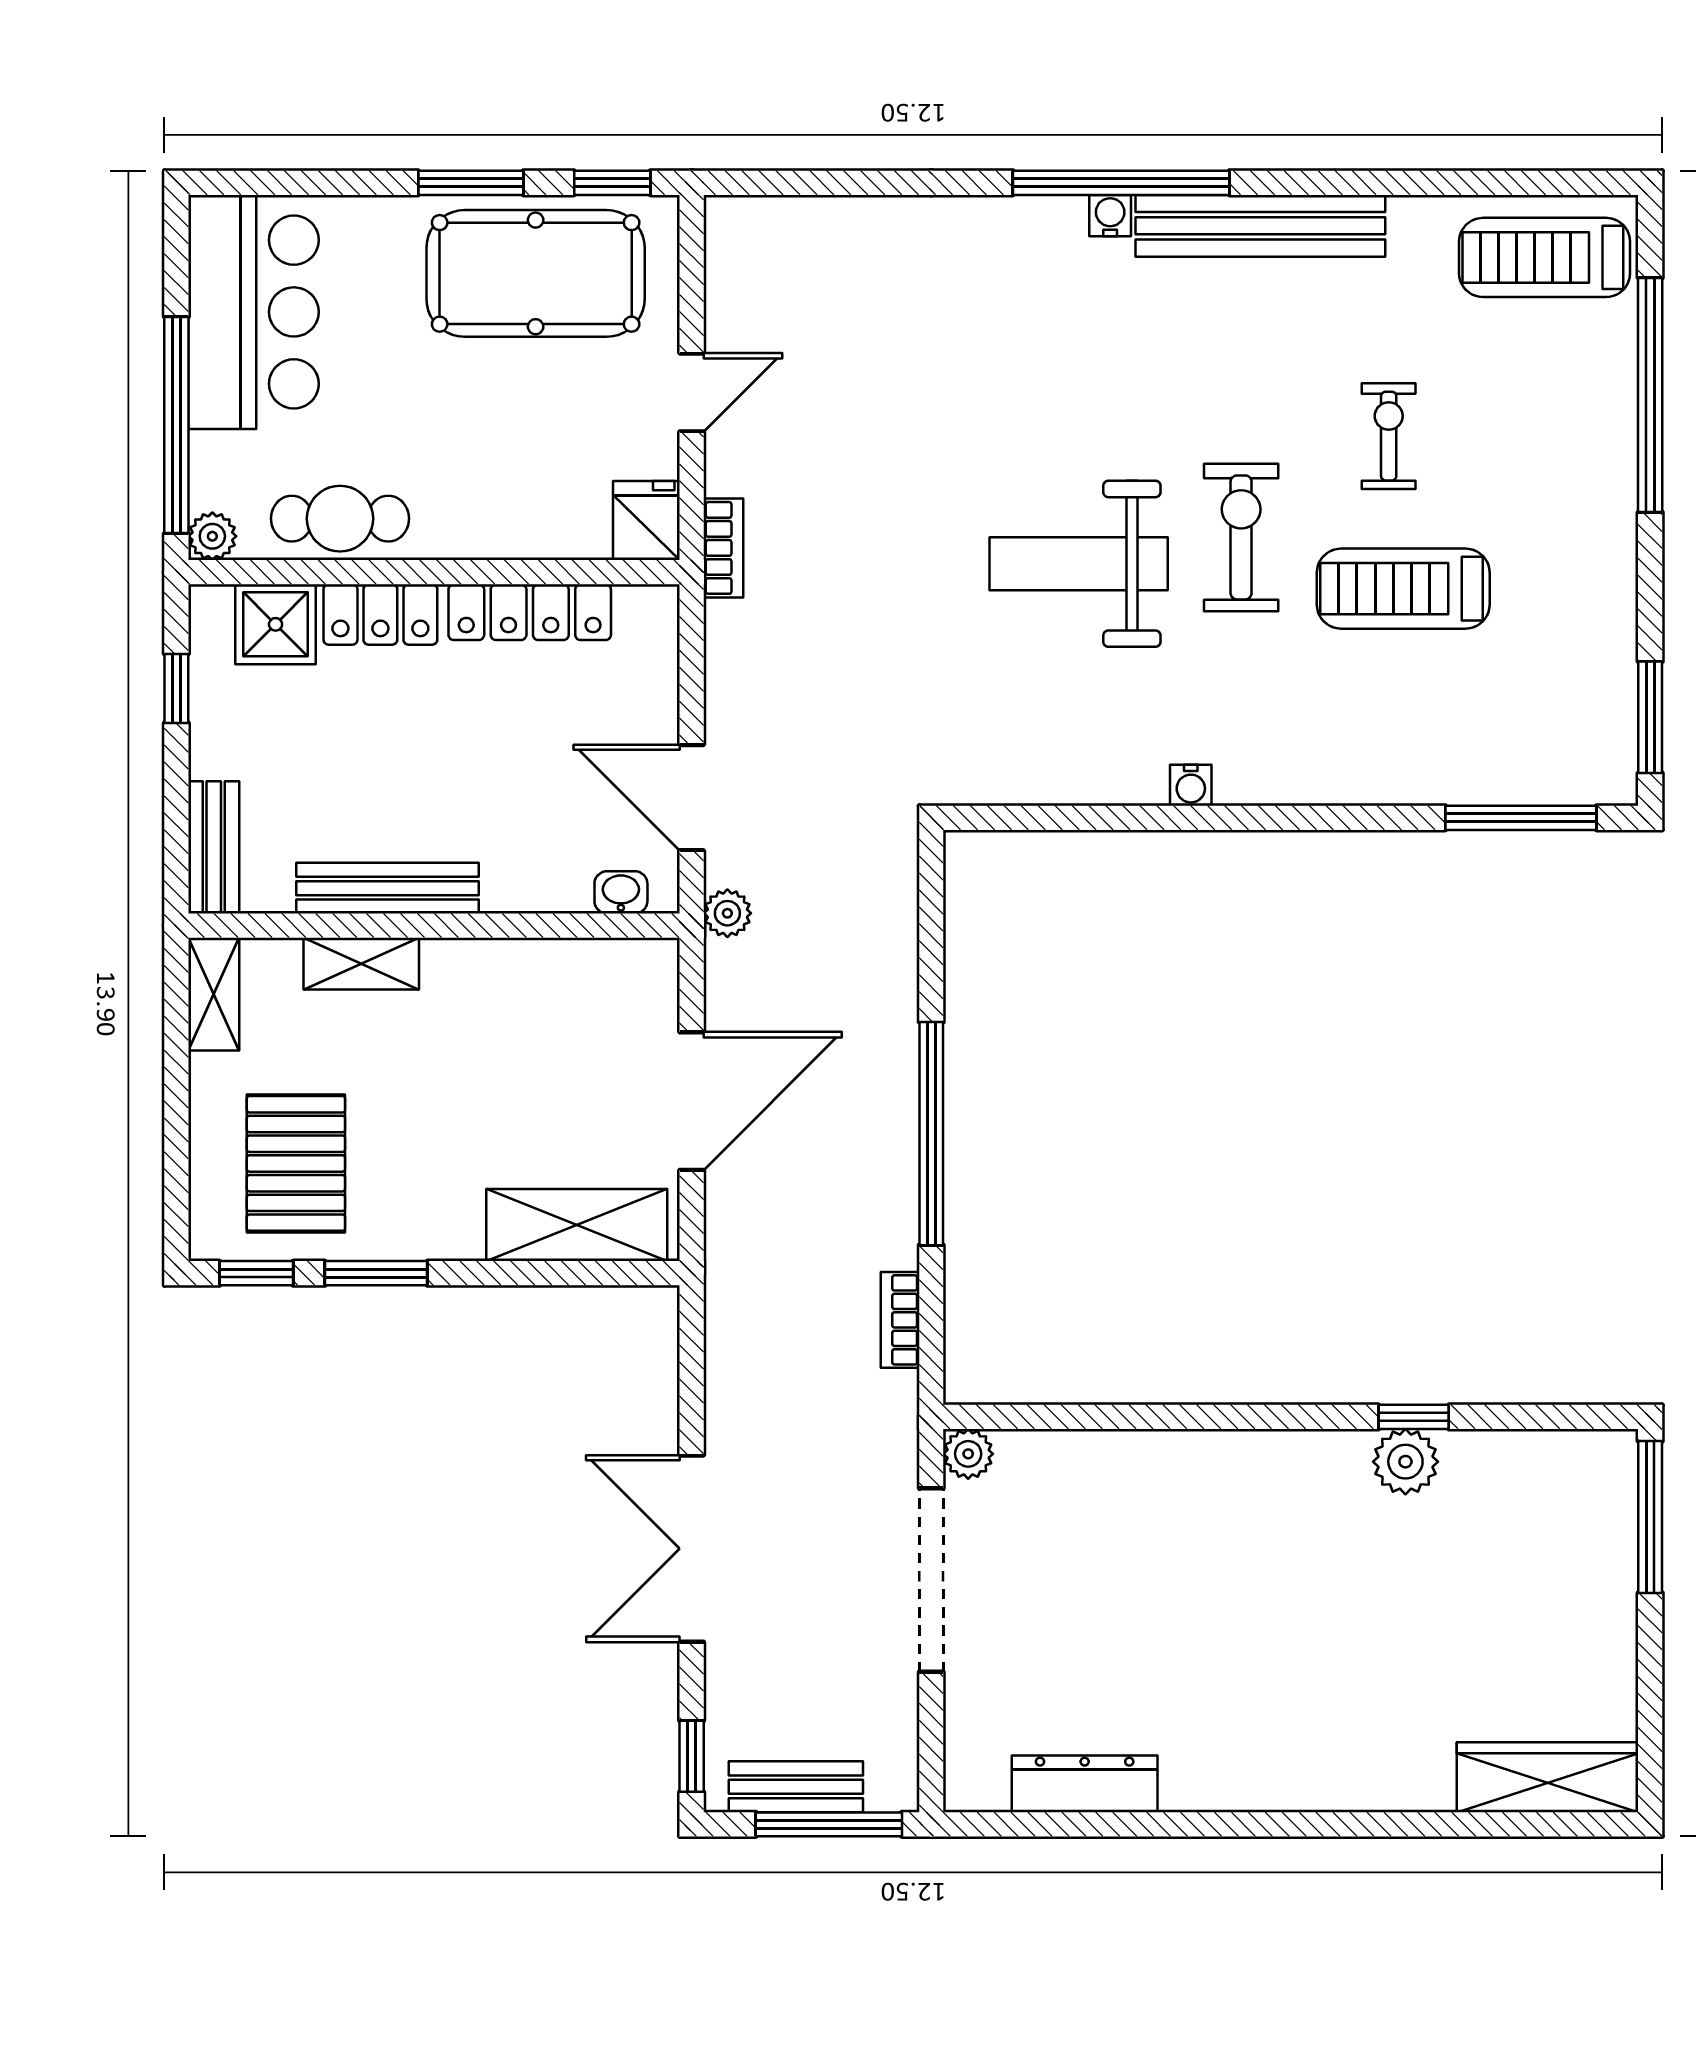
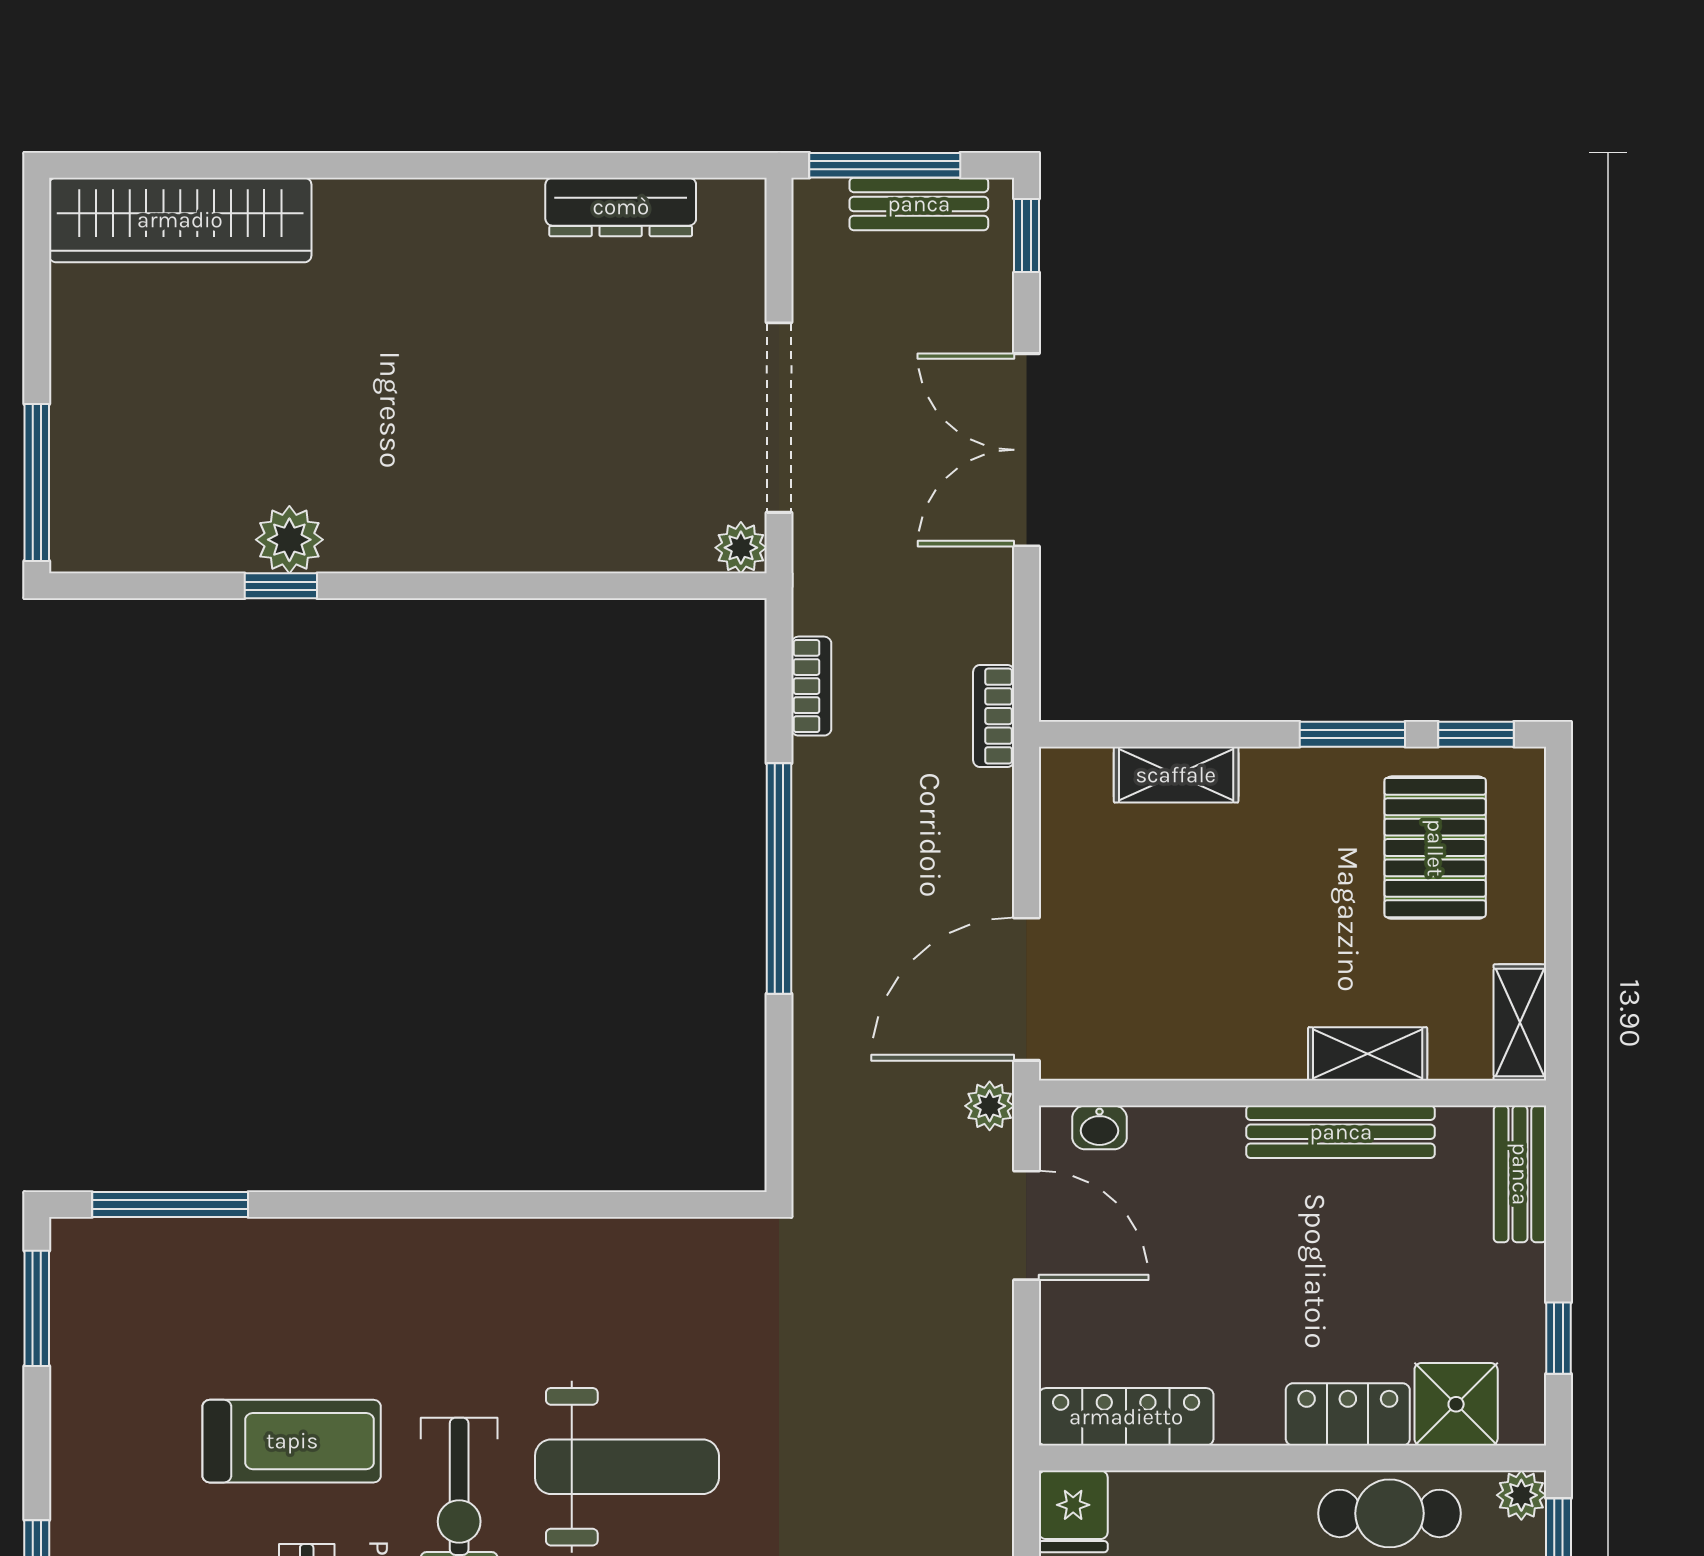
bookcase: (723, 548) -> (994, 716), moved
locker: (530, 612) -> (1126, 1417), moved
water cooler: (1191, 785) -> (511, 1238), removed
door: (692, 1101) -> (1026, 989), moved
shelving: (577, 1225) -> (1176, 775), width x0.67, depth x0.75
double door: (692, 1549) -> (1026, 450), swing flipped
wardrobe: (1547, 1777) -> (180, 220), width x1.40, depth x1.17

